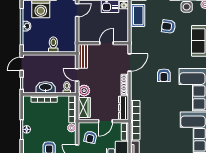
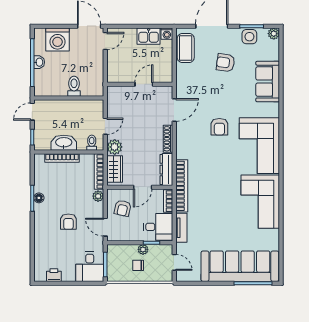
bench: (83, 56) -> (113, 102), removed
door: (77, 75) -> (105, 126), swing flipped

